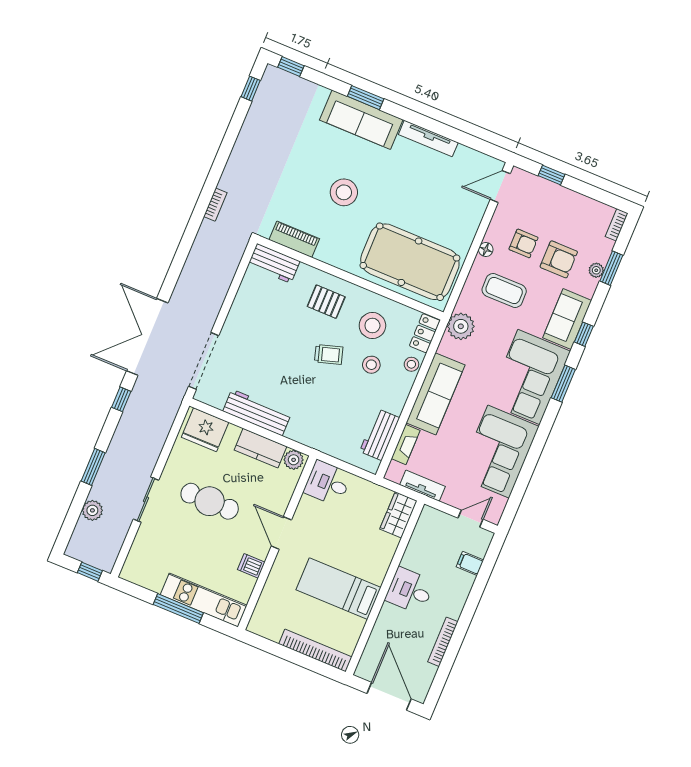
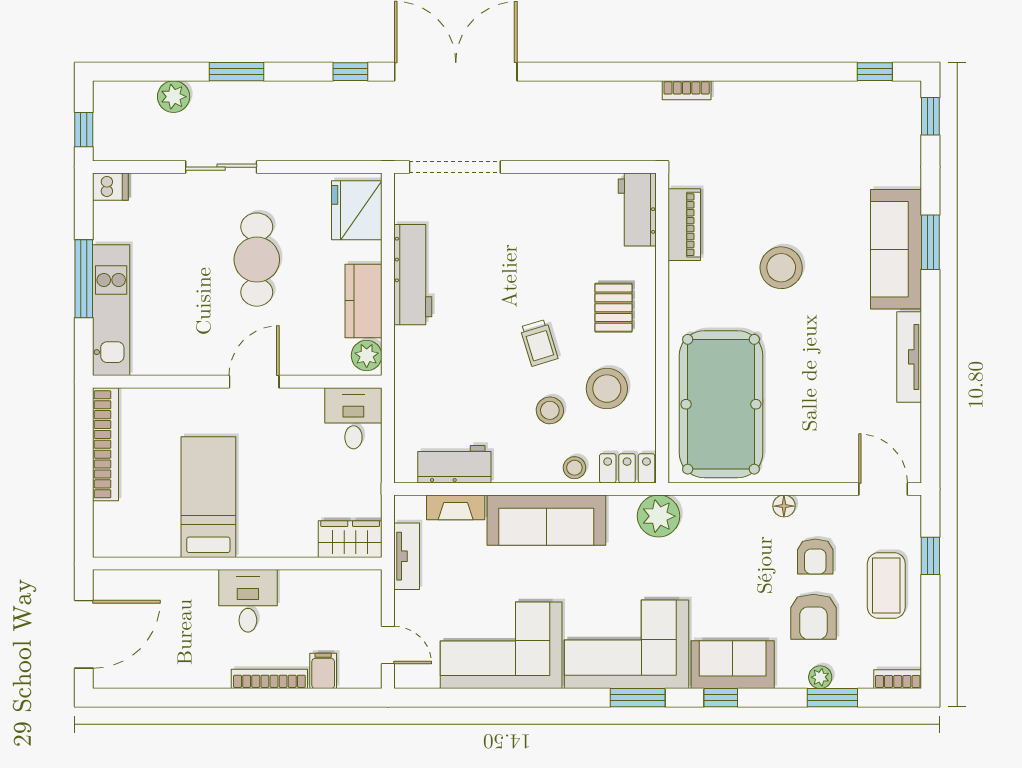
coffee table: (504, 290) -> (886, 585), moved
dishwasher: (251, 566) -> (110, 187), moved, turned 90
bookcase: (443, 642) -> (269, 679), moved
bookcase: (315, 650) -> (106, 444), moved

